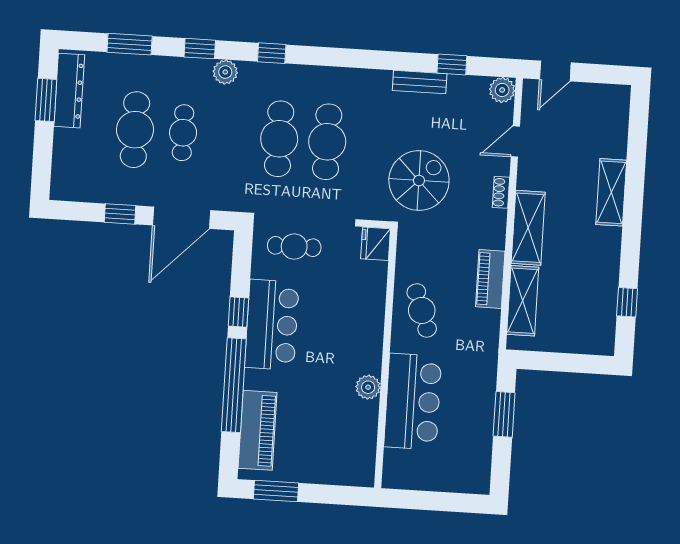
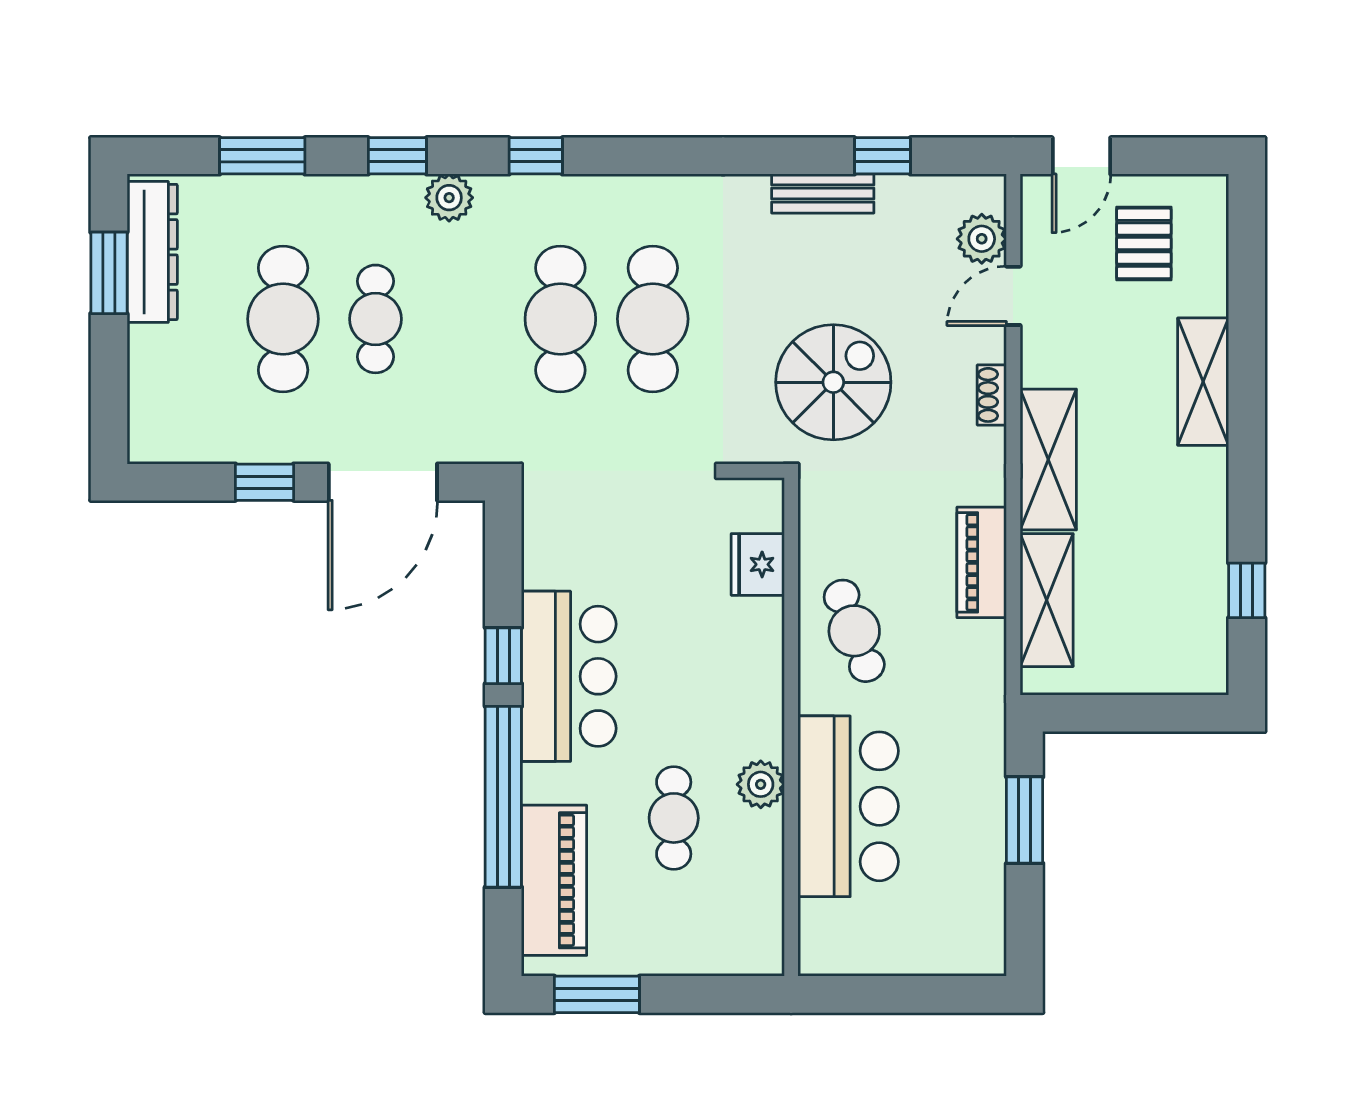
plant: (502, 90) -> (982, 239), moved
pallet: (585, 119) -> (1144, 243), added
fridge: (376, 244) -> (758, 564), moved
cafe table: (294, 246) -> (674, 818), moved, turned 90

